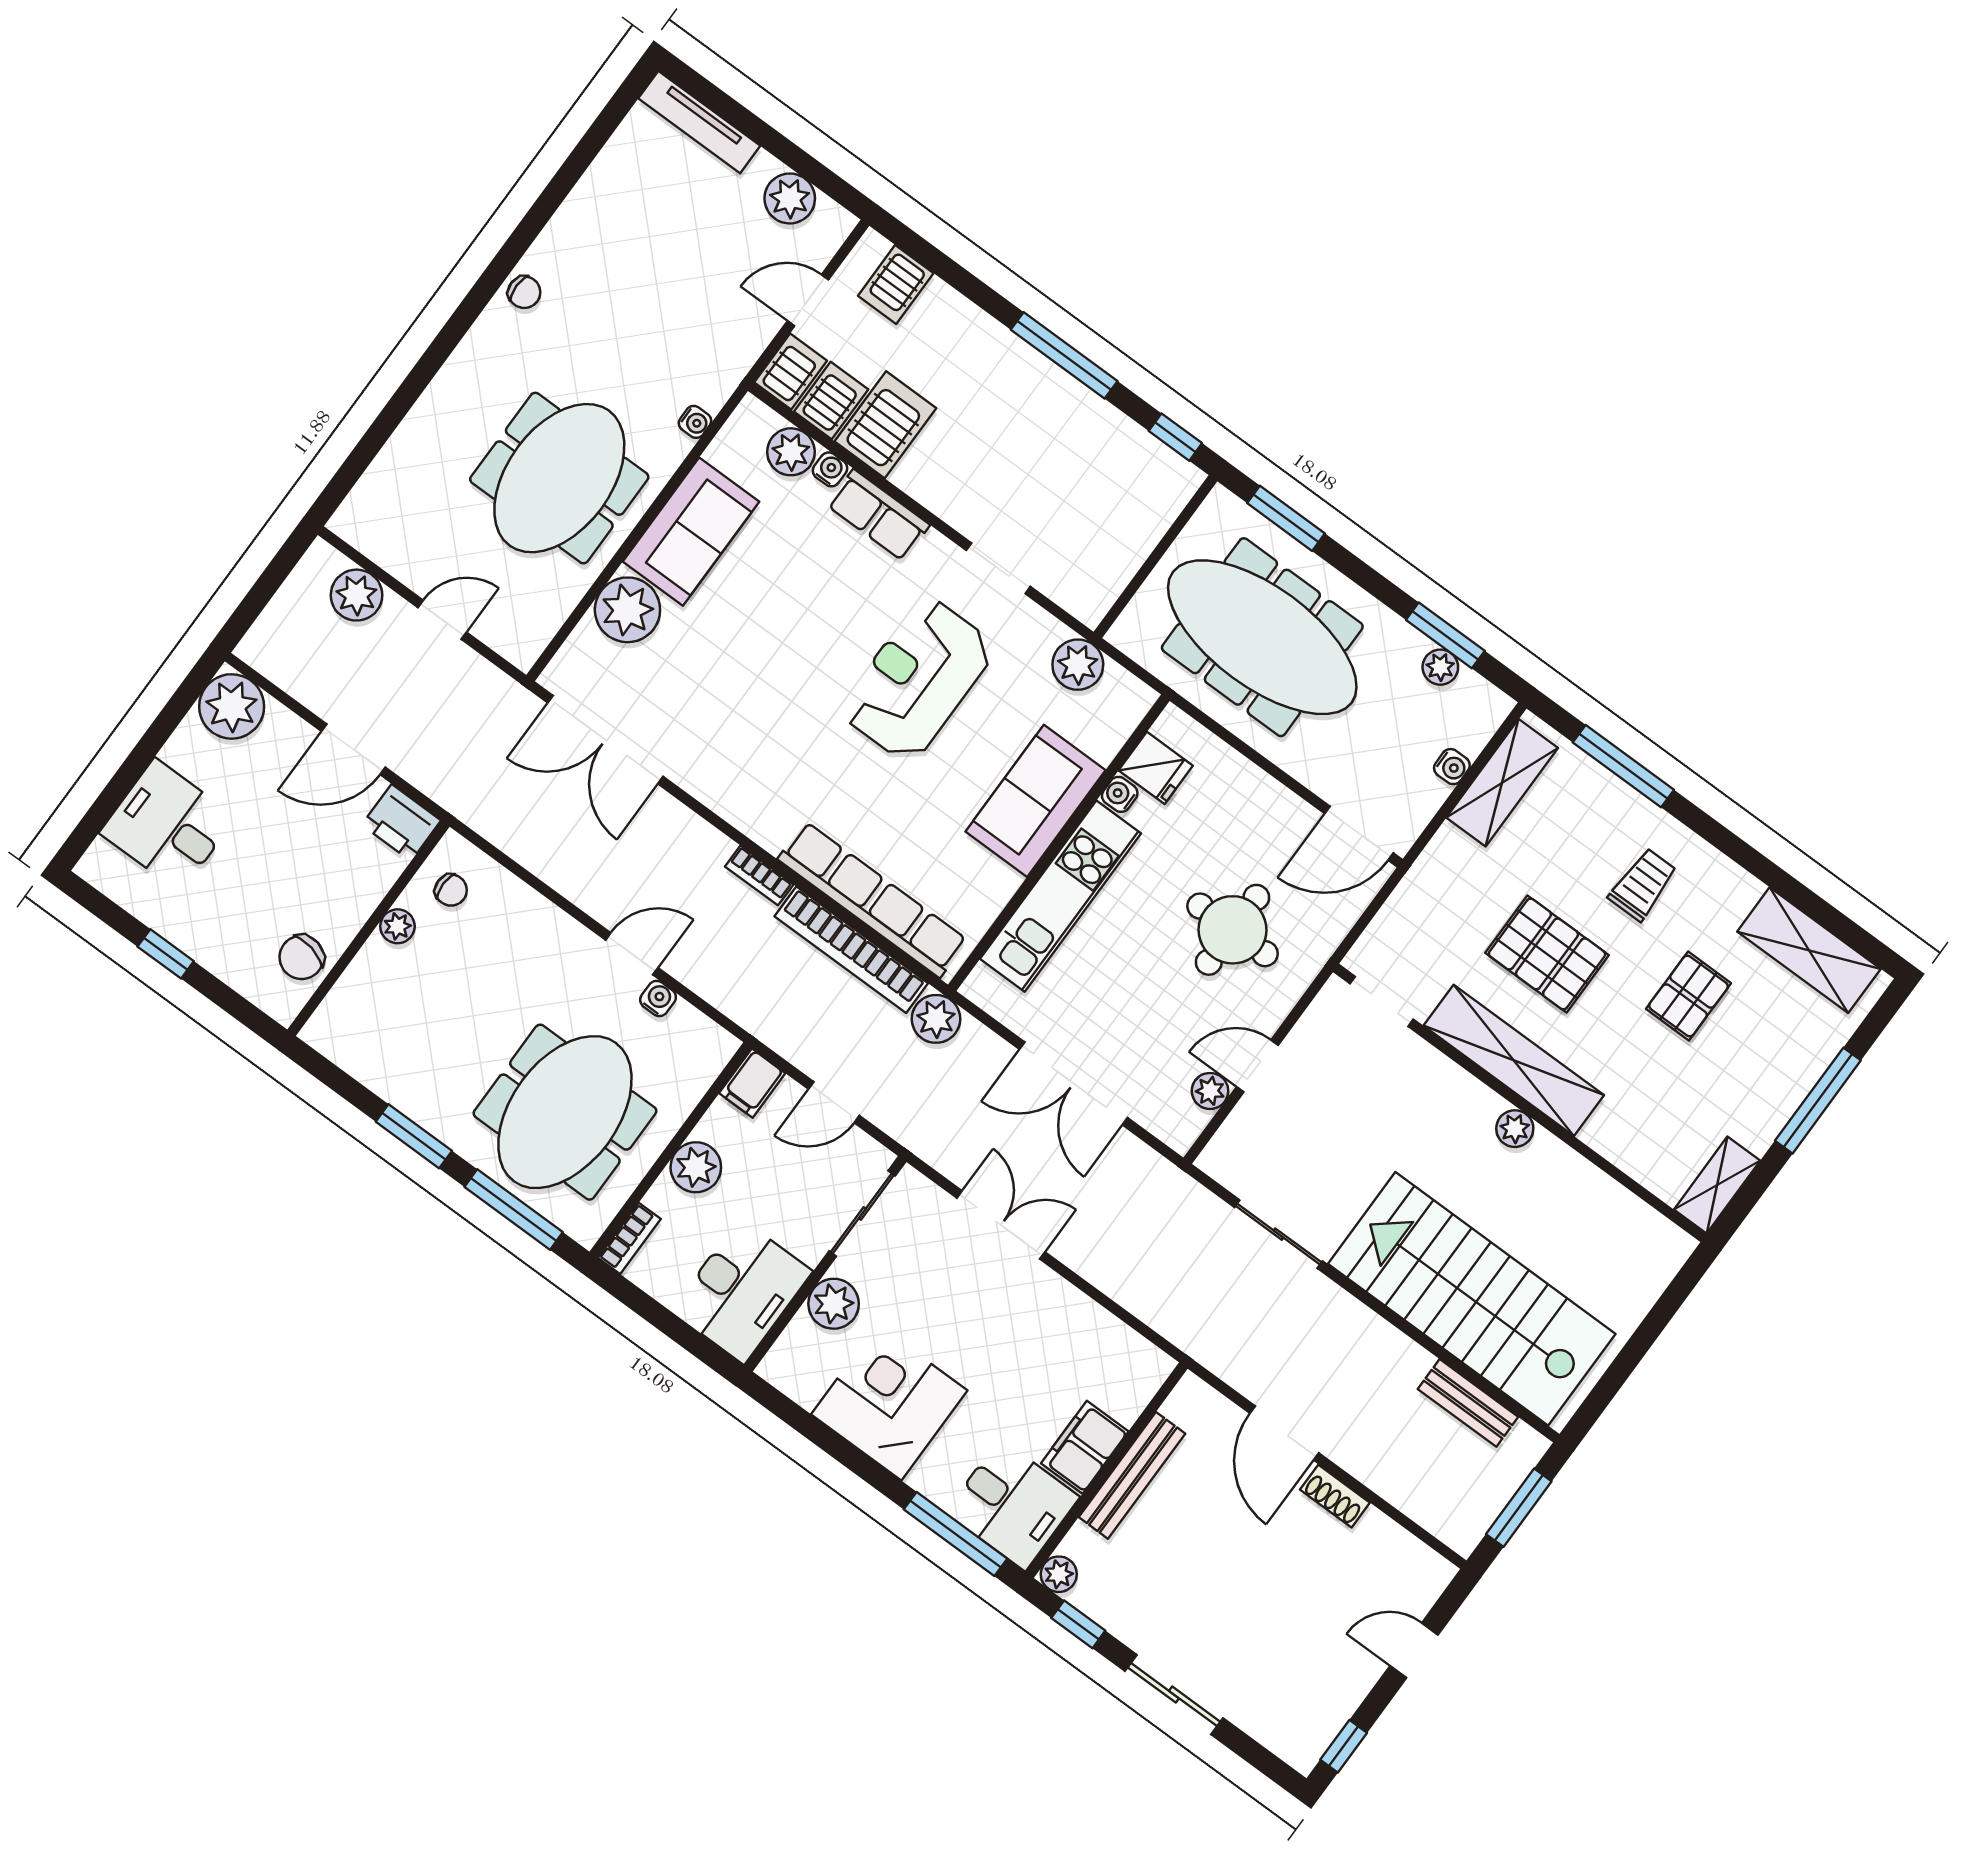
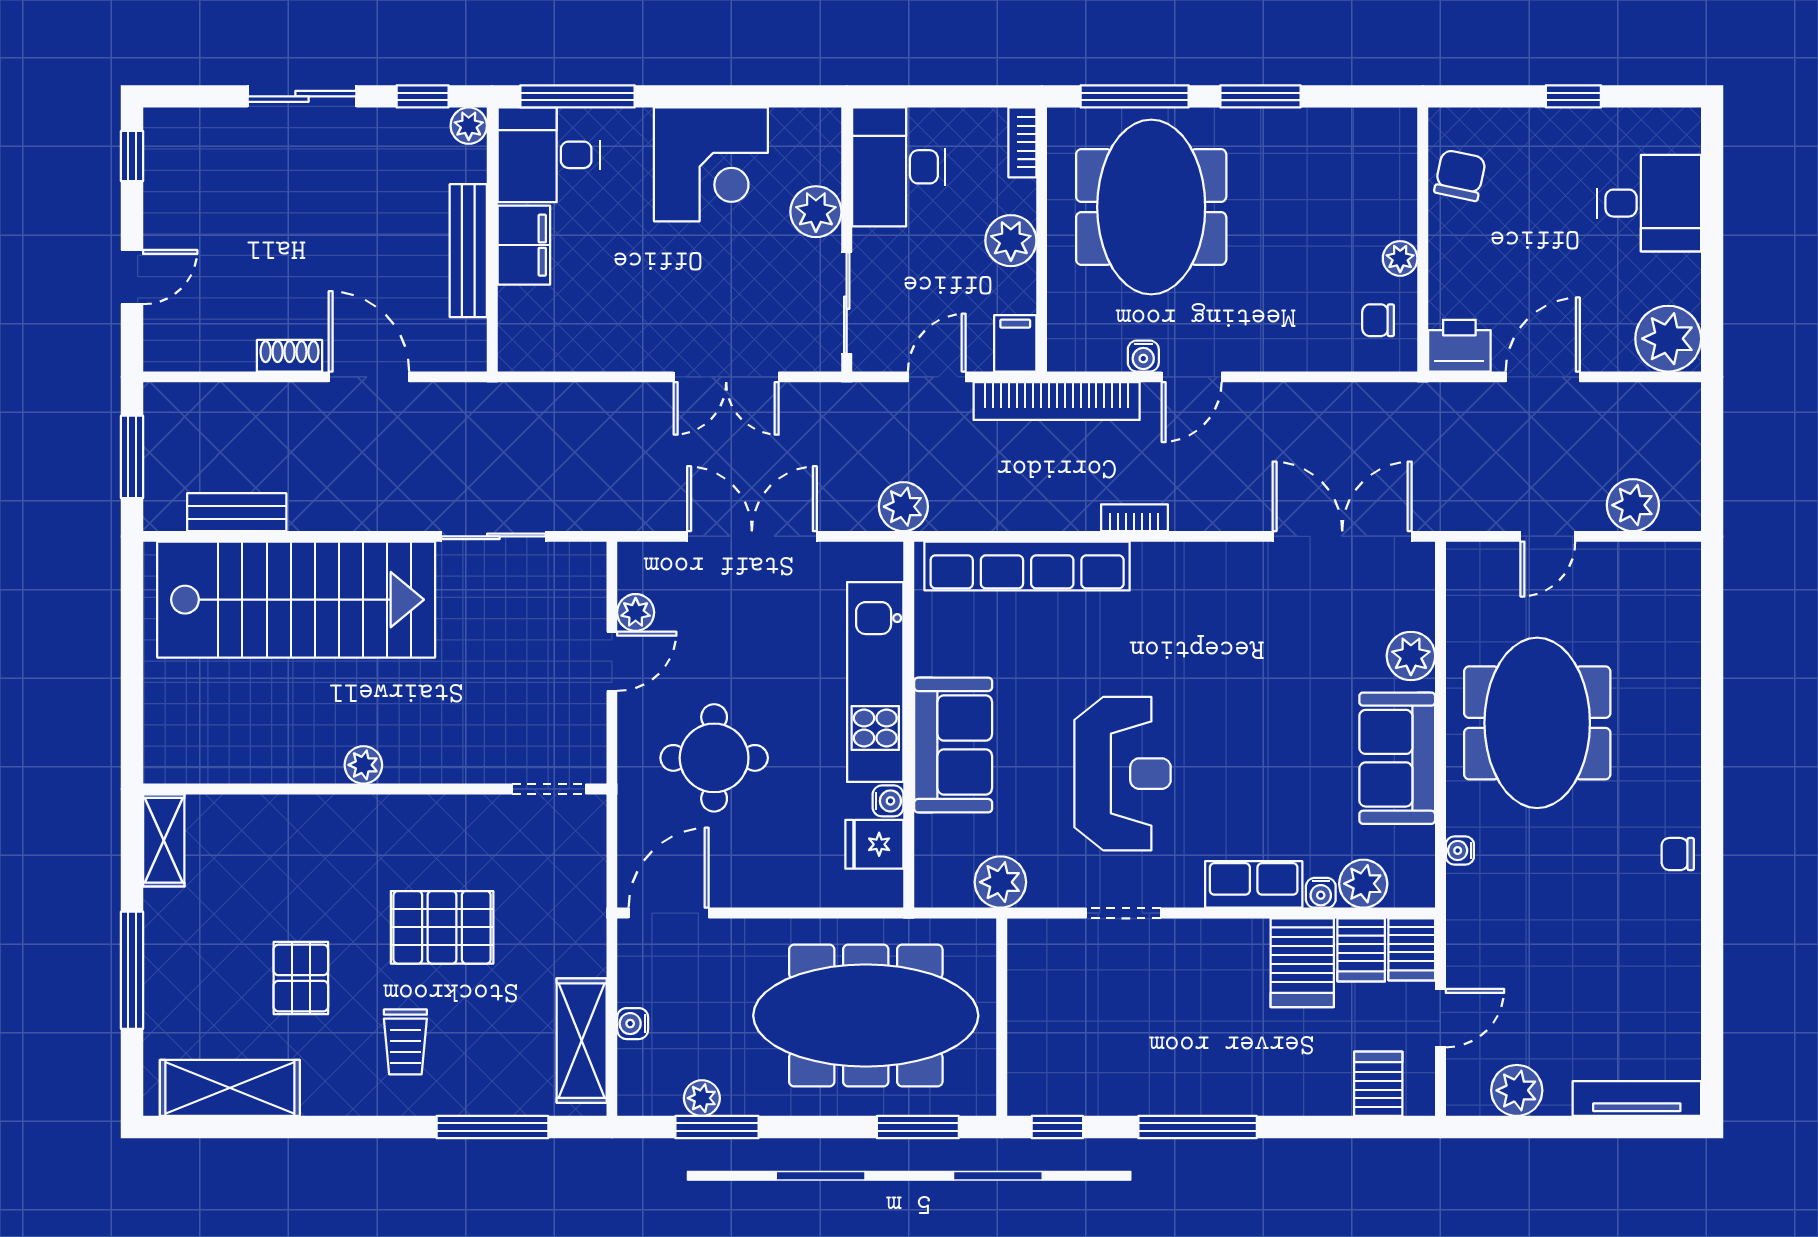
plant: (627, 610) -> (1411, 656), width x0.73, depth x0.73
bookcase: (851, 950) -> (1057, 401), moved, turned 180
shelving: (1514, 1060) -> (405, 820), removed

